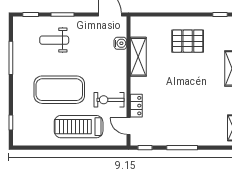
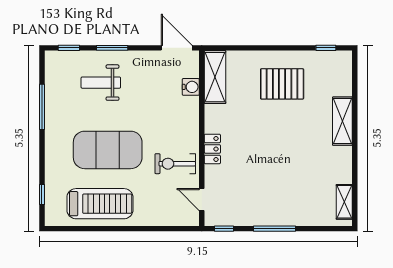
shelving: (138, 57) -> (215, 77), moved
locker: (136, 106) -> (212, 149), moved
treadmill: (79, 127) -> (100, 204), moved, turned 180

